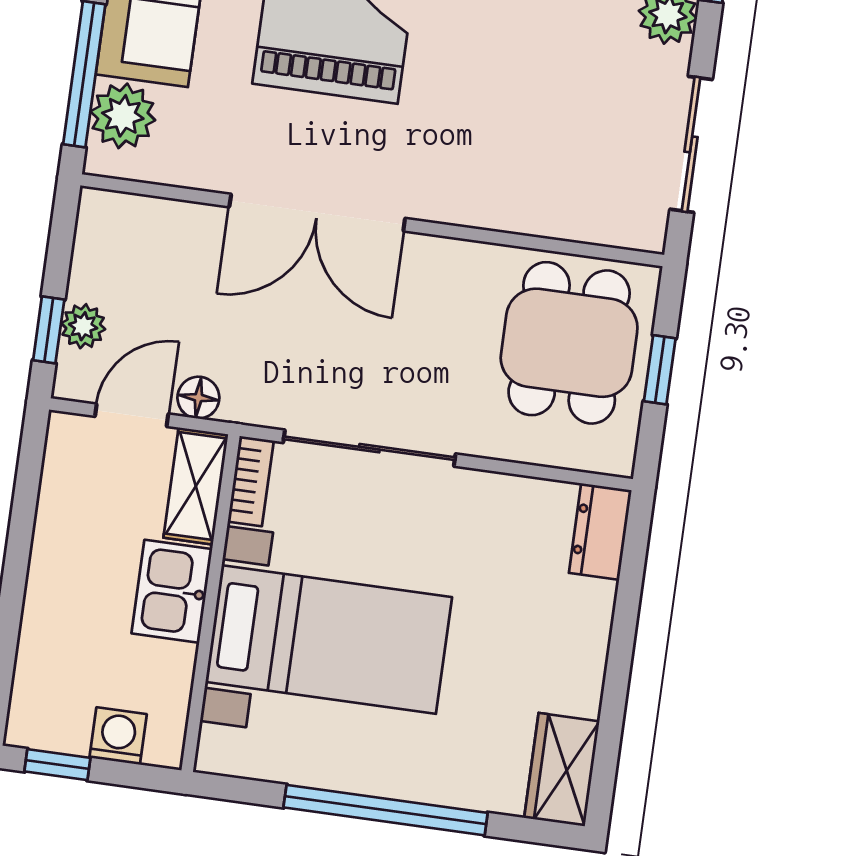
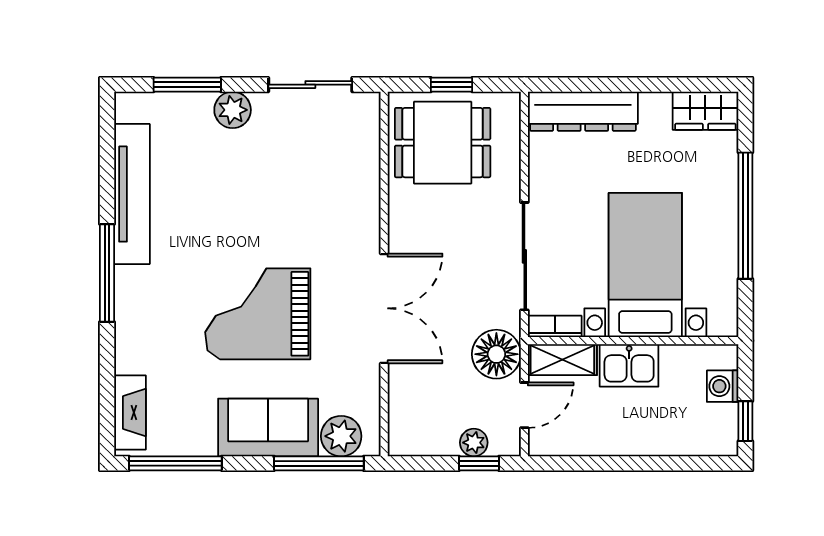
floor lamp: (198, 398) -> (496, 354), width x1.89, depth x1.89
door: (132, 415) -> (524, 405), swing flipped
dresser: (600, 532) -> (583, 111), width x1.96, depth x1.24

